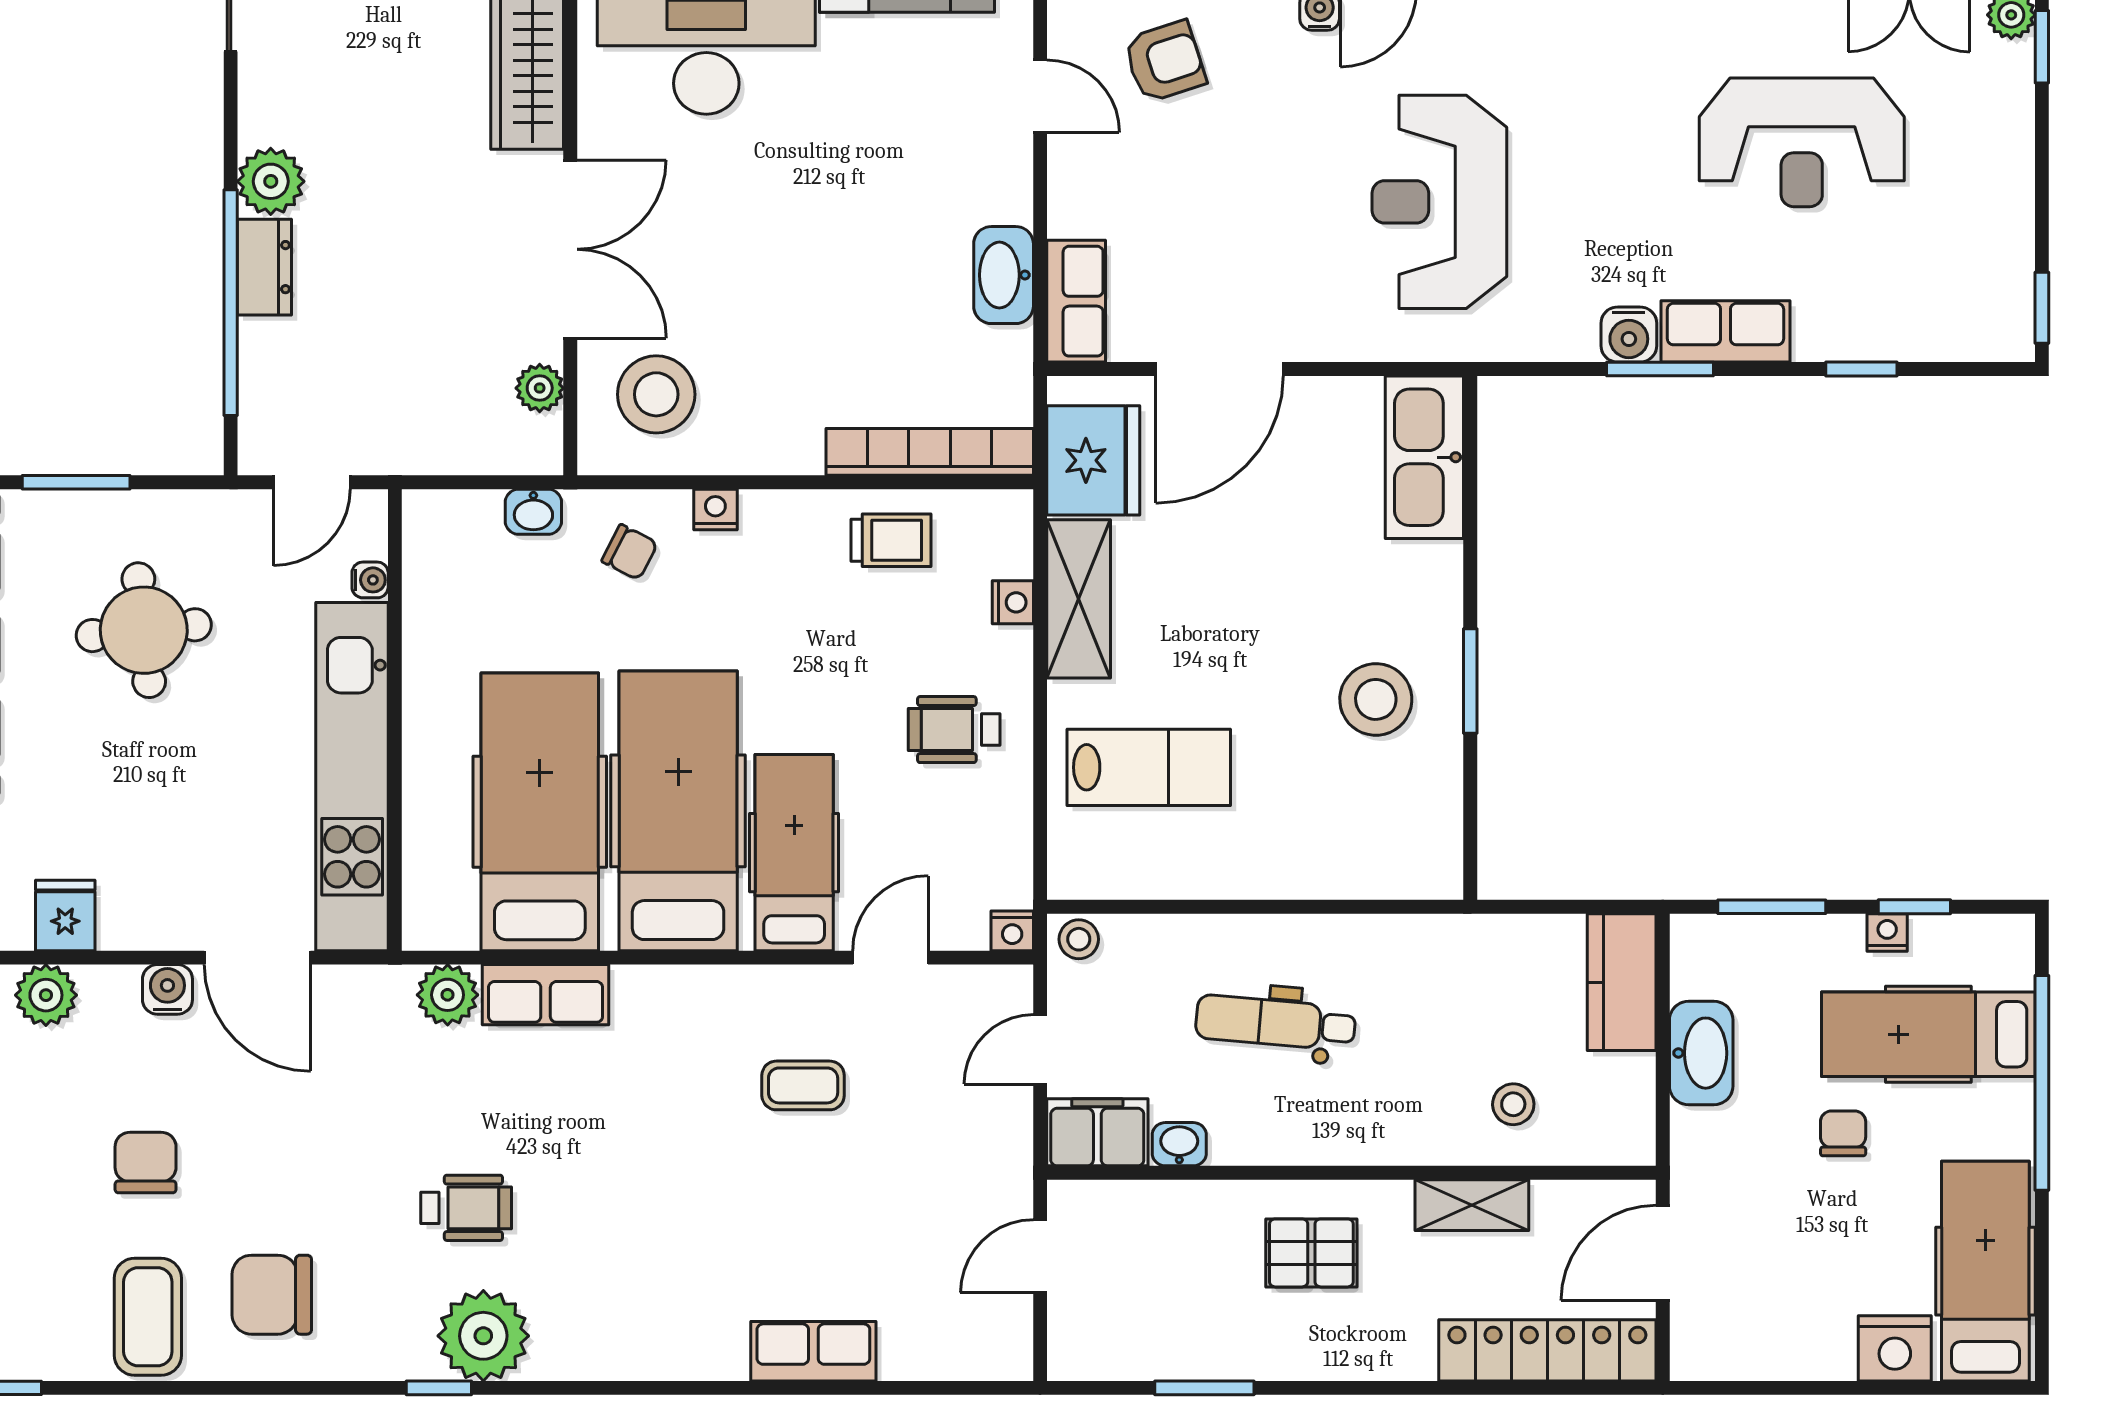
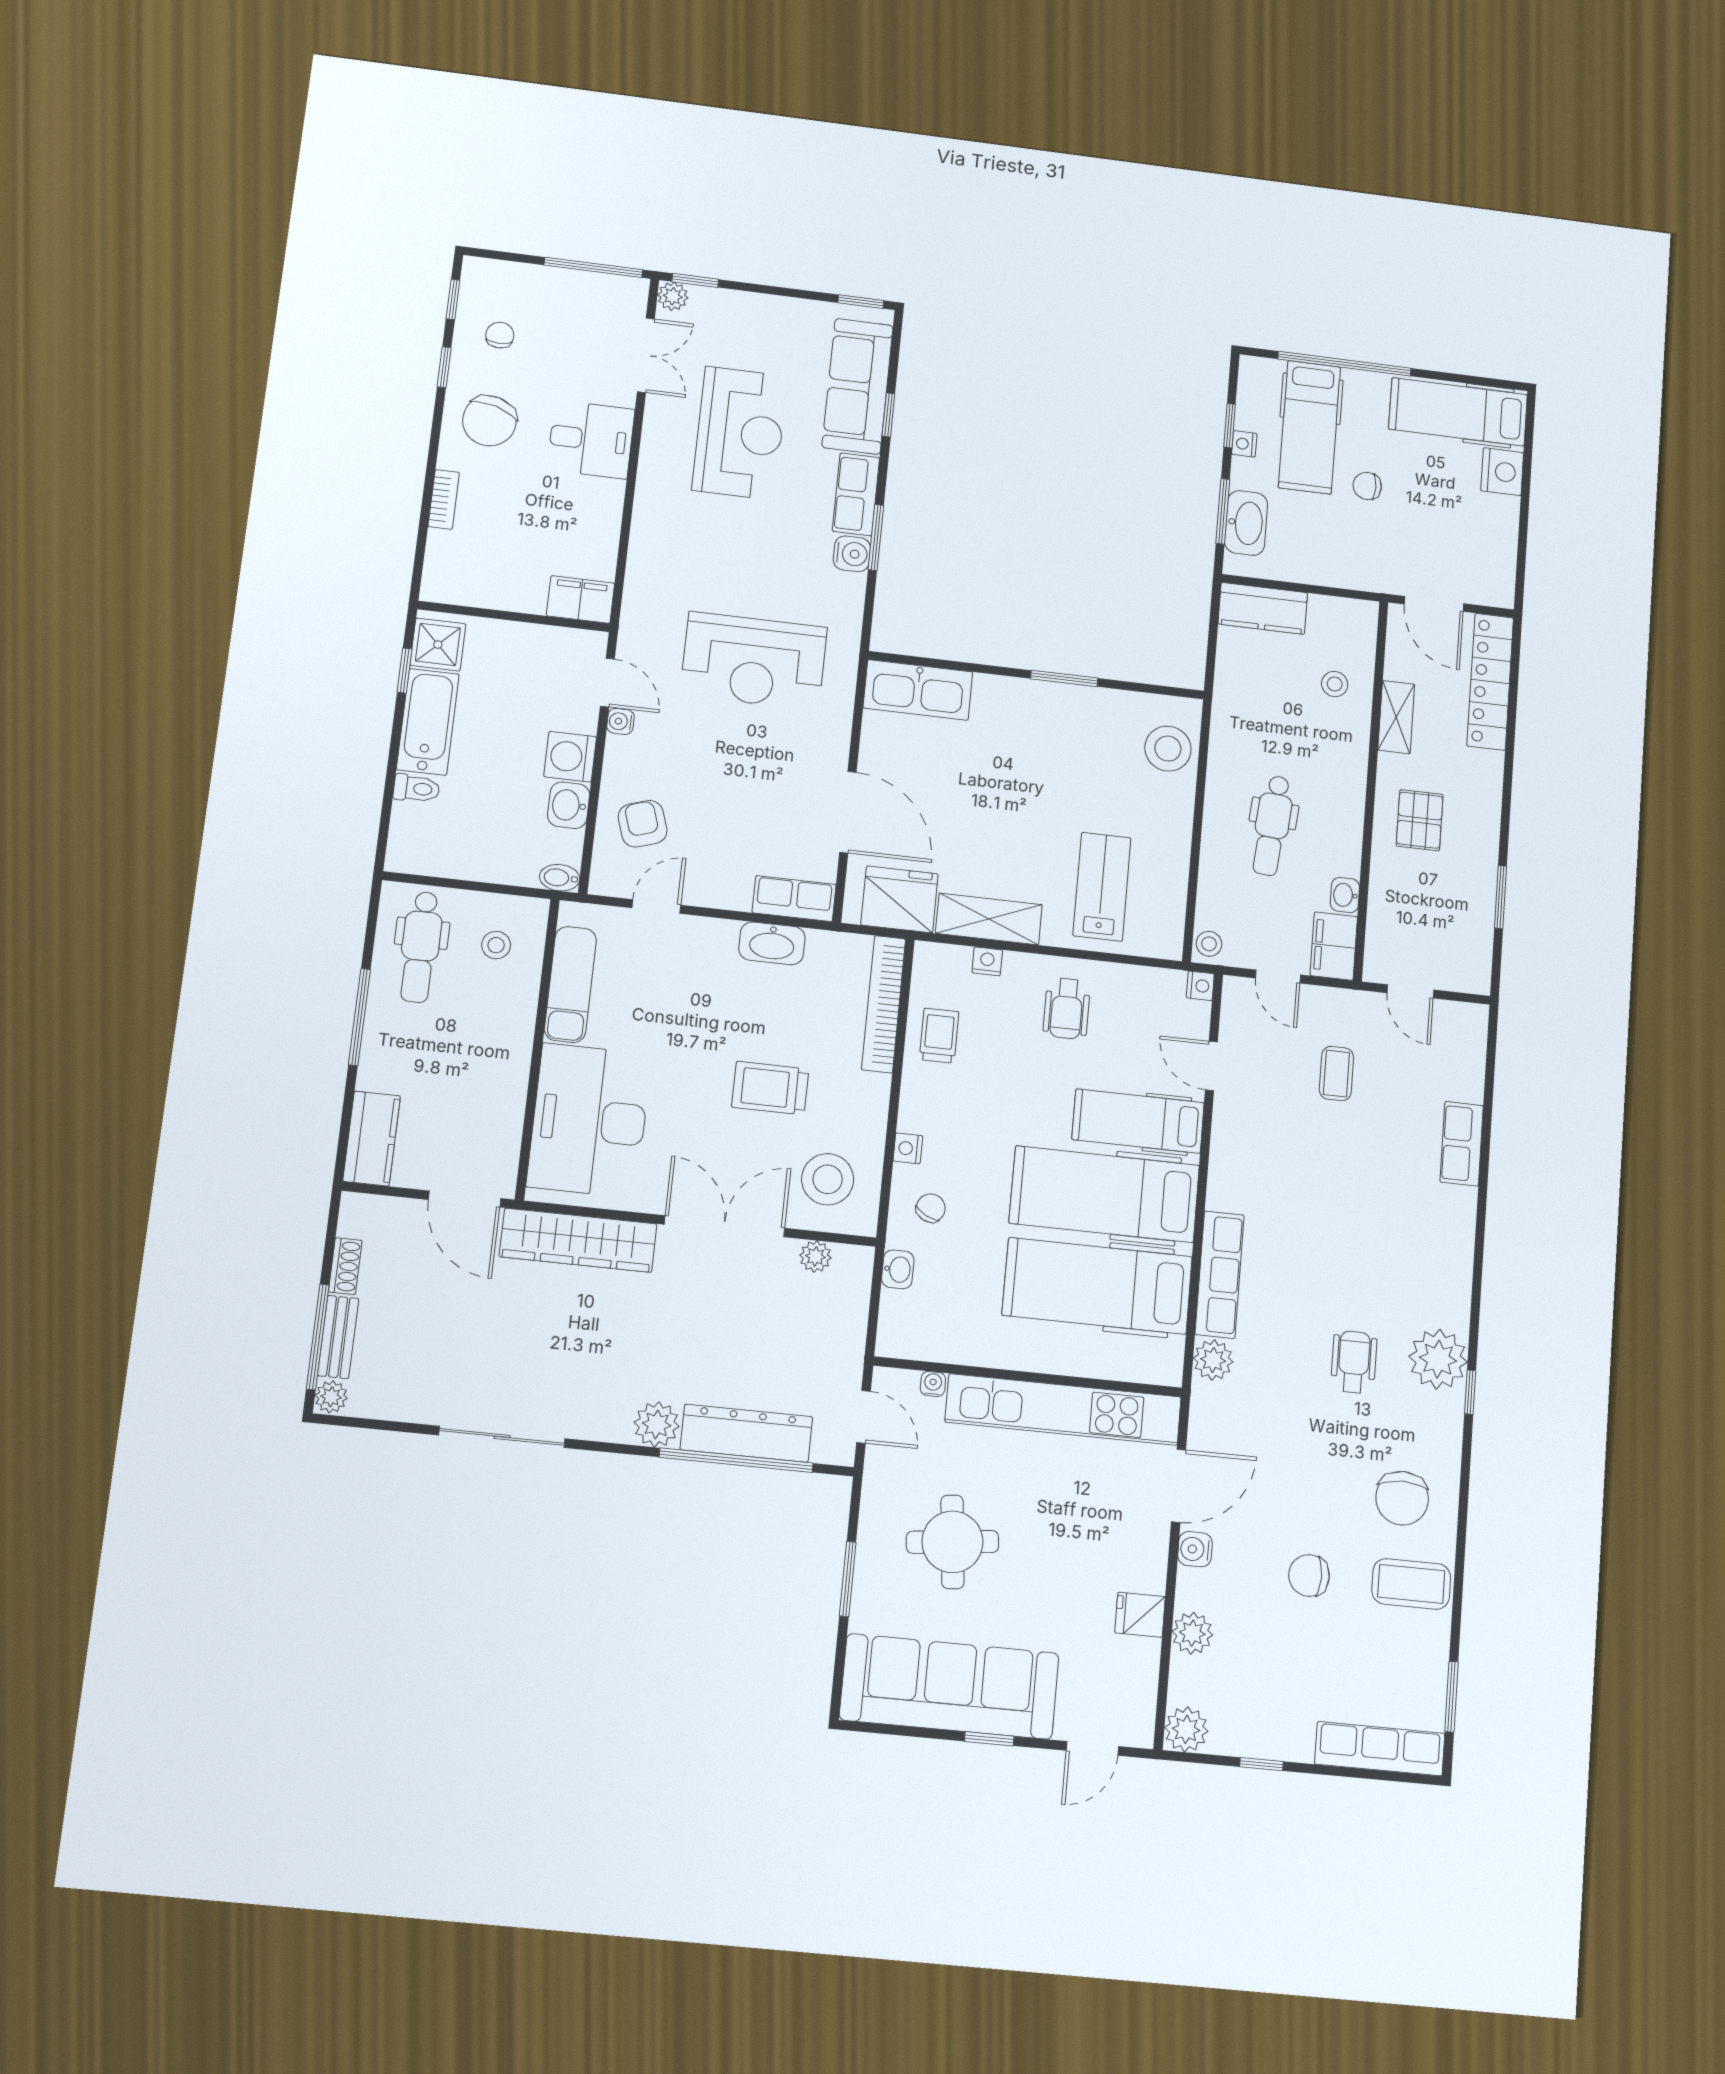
dresser: (264, 267) -> (746, 1433), width x1.96, depth x1.24
trolley: (784, 295) -> (770, 1088), added
sofa: (1902, 317) -> (858, 386), added
stool: (1376, 699) -> (1168, 749), moved
row of seats: (546, 995) -> (1220, 1275), width x1.48
washbasin: (1701, 1053) -> (1246, 523), moved, turned 90
coffee table: (803, 1085) -> (1336, 1073), moved

